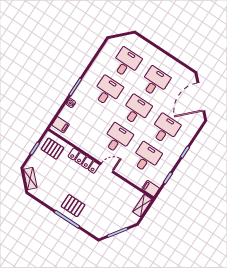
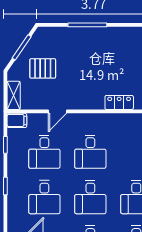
locker: (84, 161) -> (119, 102), width x0.66
door: (107, 168) -> (58, 111), moved
pallet: (73, 206) -> (43, 68), moved

